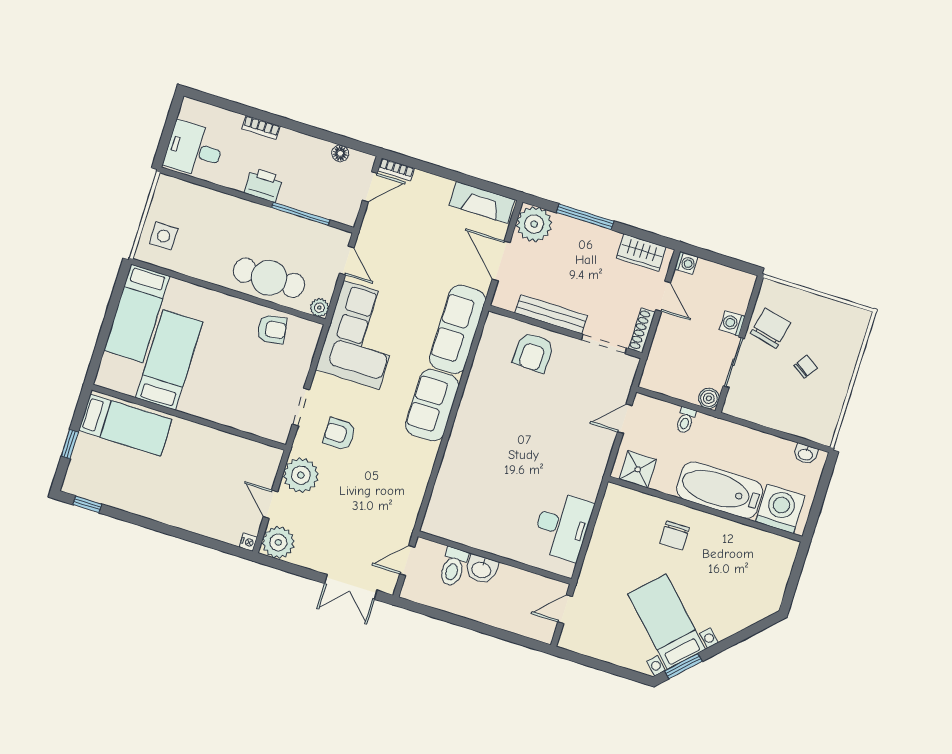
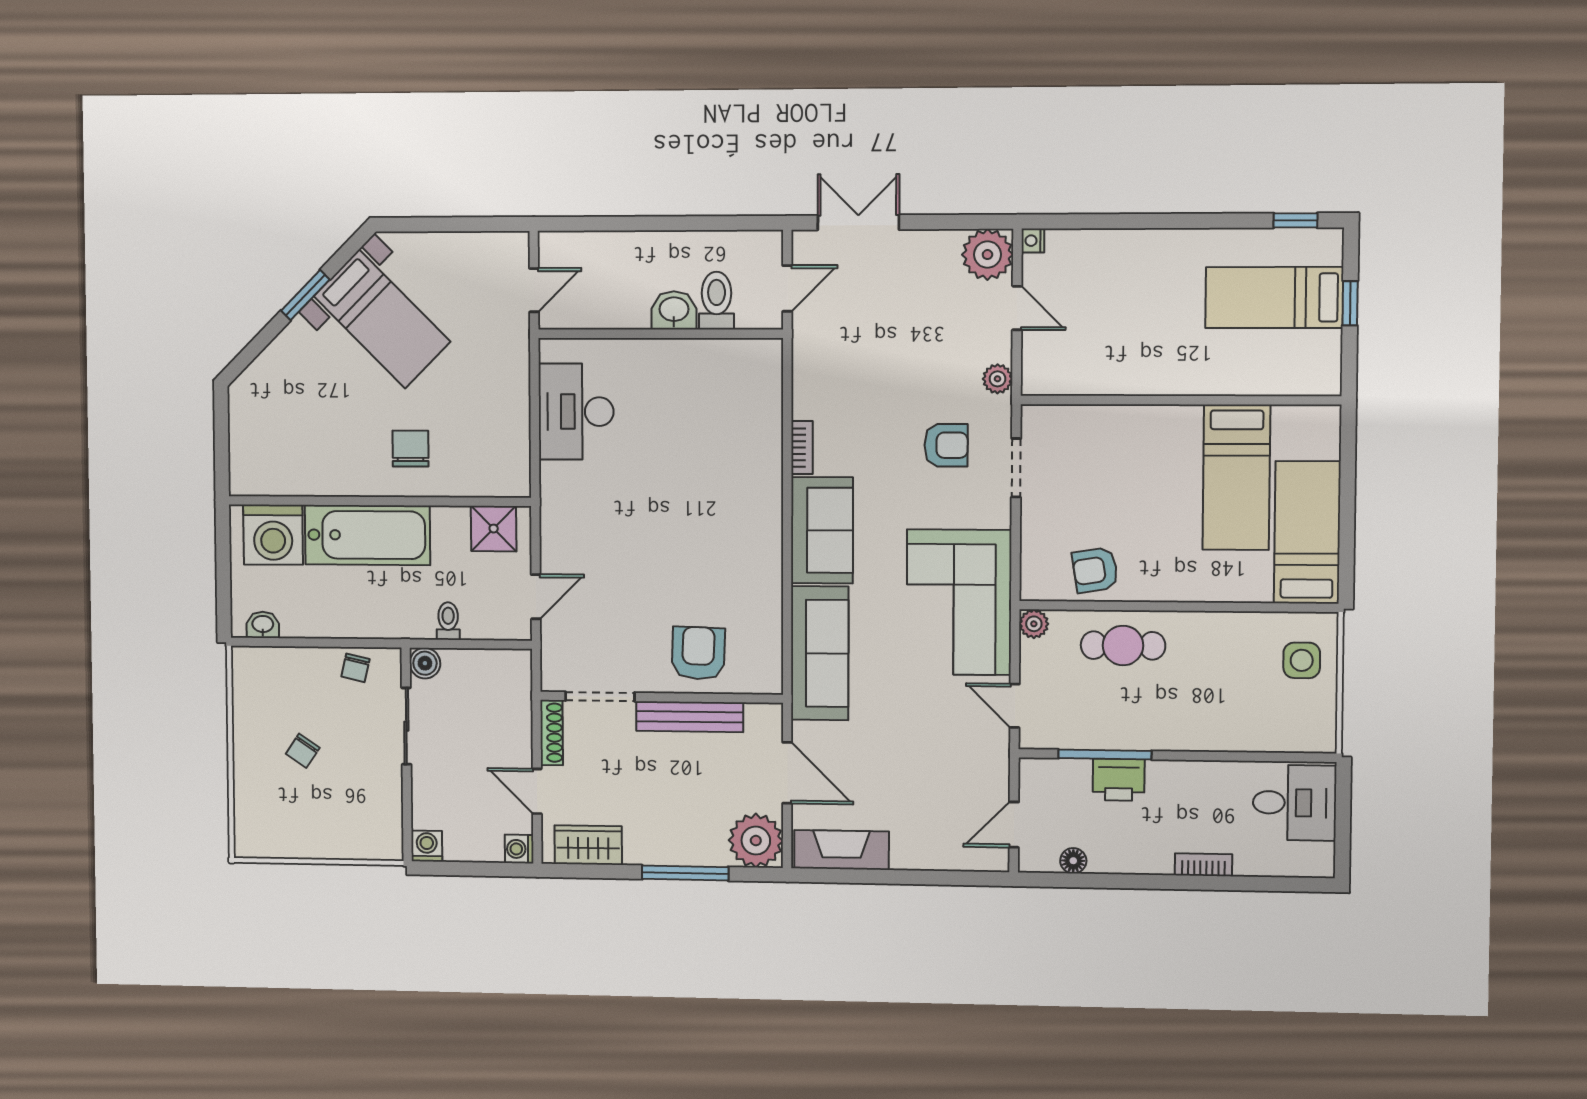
bookcase: (396, 169) -> (802, 447), moved, turned 90
printer: (263, 185) -> (1119, 780), moved
cafe table: (269, 278) -> (1123, 645), width x0.73, depth x0.74
washing machine: (732, 323) -> (427, 846), moved, turned -90
chair: (771, 328) -> (355, 668), moved, width x0.54, depth x0.54
bed: (125, 425) -> (1274, 298), moved
plant: (301, 475) -> (998, 379), width x0.53, depth x0.53
window: (683, 666) -> (305, 295), moved

